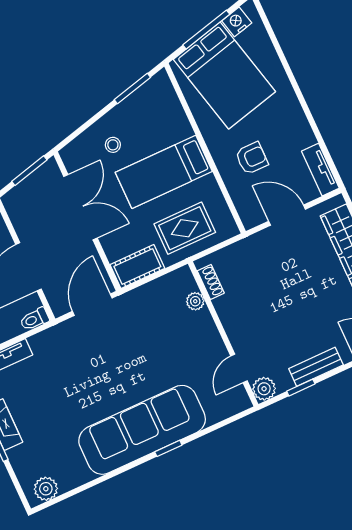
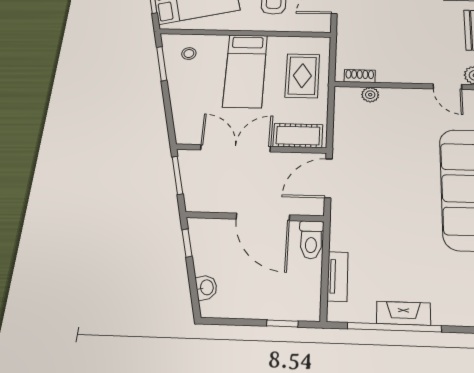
stool: (113, 145) -> (189, 54), moved
cot: (137, 267) -> (298, 136), moved, turned 90
door: (92, 305) -> (328, 178), hinge flipped
toilet: (35, 319) -> (311, 240), width x1.37, depth x1.39

